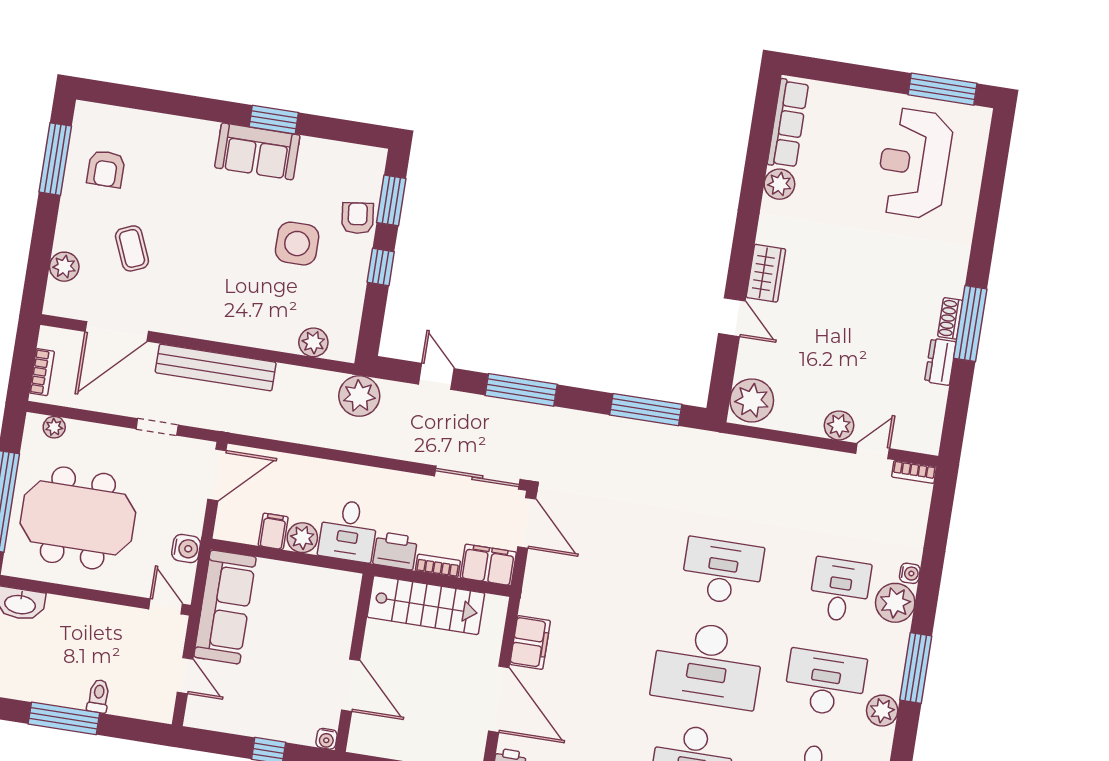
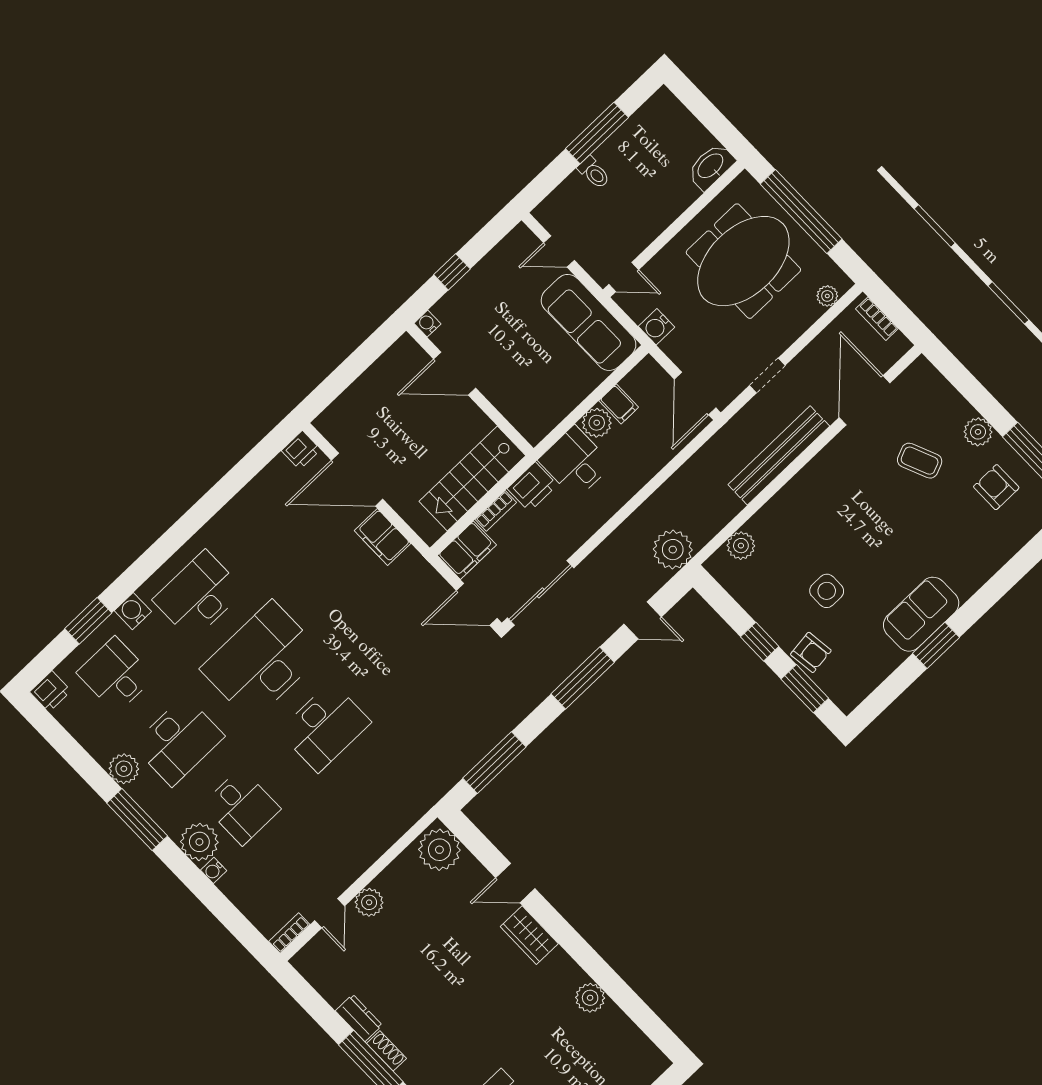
row of seats: (788, 124) -> (632, 1040), removed
side table: (297, 244) -> (827, 591), width x0.73, depth x0.73
plant: (64, 267) -> (978, 432), moved

